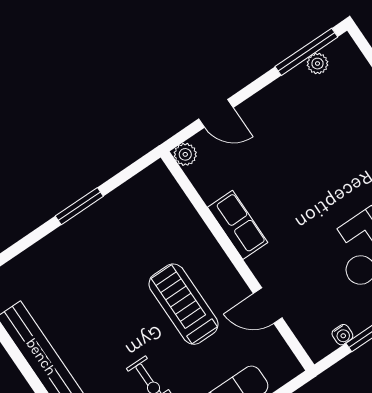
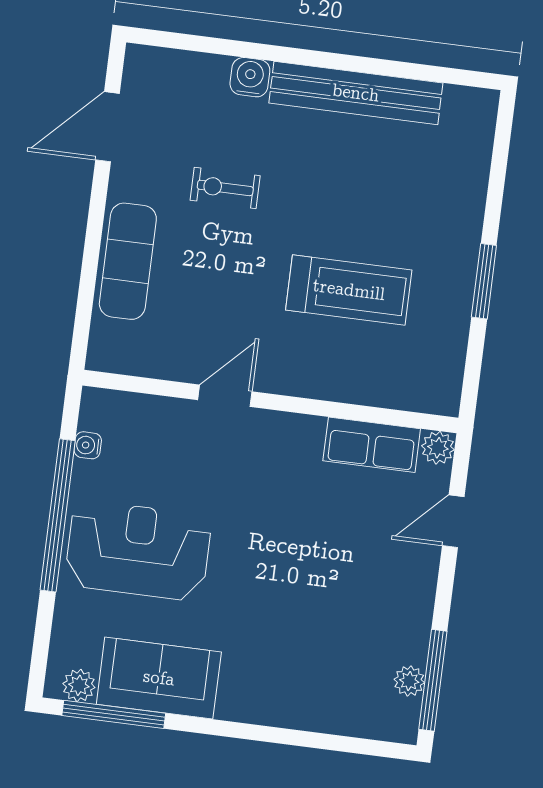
row of seats: (238, 225) -> (372, 445), moved
treadmill: (183, 304) -> (349, 290), moved
door: (268, 306) -> (225, 396), moved

